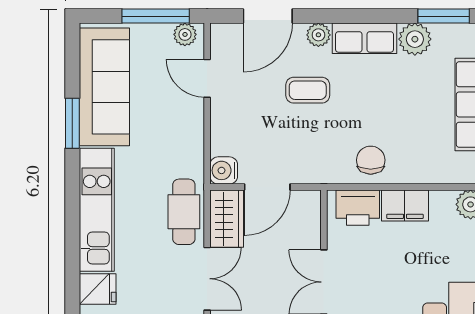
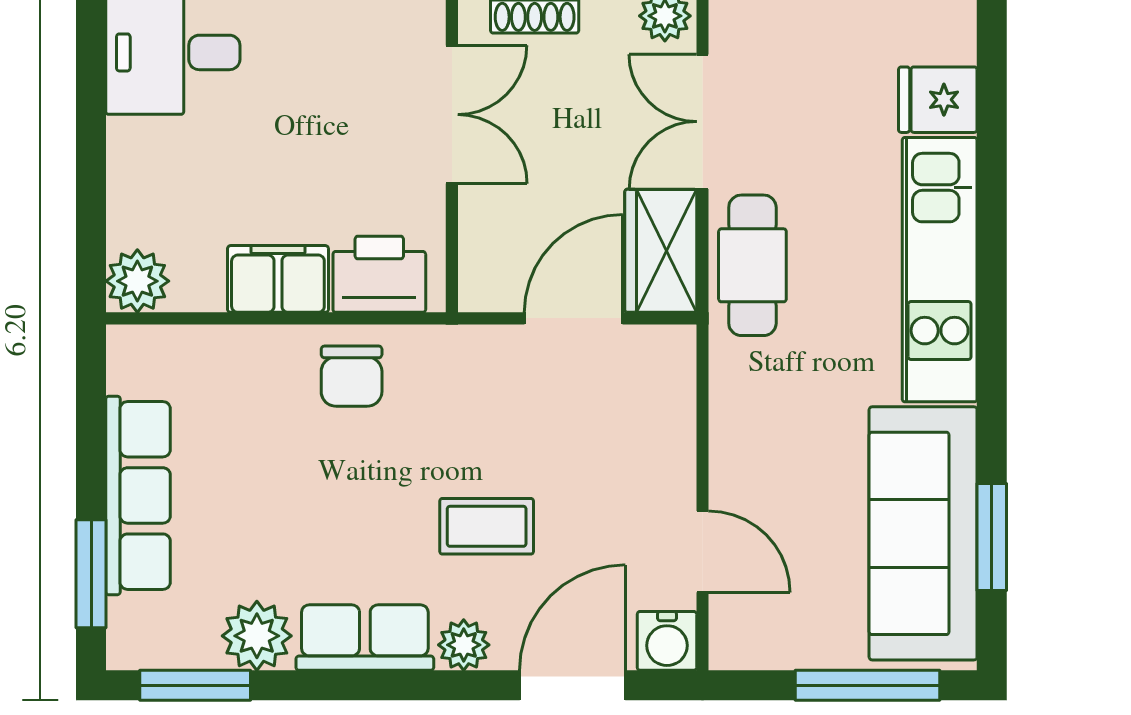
window: (156, 16) -> (867, 685), moved
plant: (185, 34) -> (750, 646), removed
window: (72, 123) -> (992, 537), moved
water cooler: (224, 170) -> (667, 641), moved, turned 90

